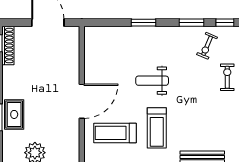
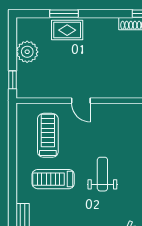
door: (82, 101) -> (81, 101), width x0.53

